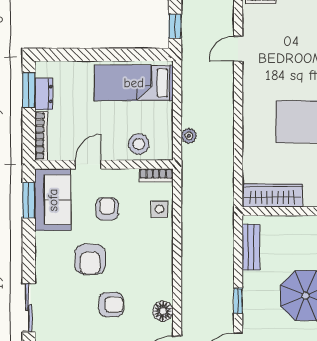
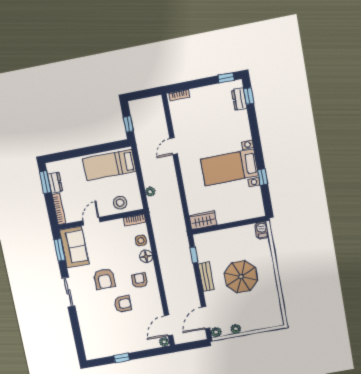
door: (238, 49) -> (174, 146), moved
wardrobe: (272, 195) -> (203, 220), width x0.67
armchair: (107, 209) -> (140, 280), moved
bench: (251, 247) -> (206, 277), moved
window: (238, 301) -> (194, 255), moved
sliding door: (29, 308) -> (68, 292), moved
floor lamp: (163, 311) -> (146, 256), moved

